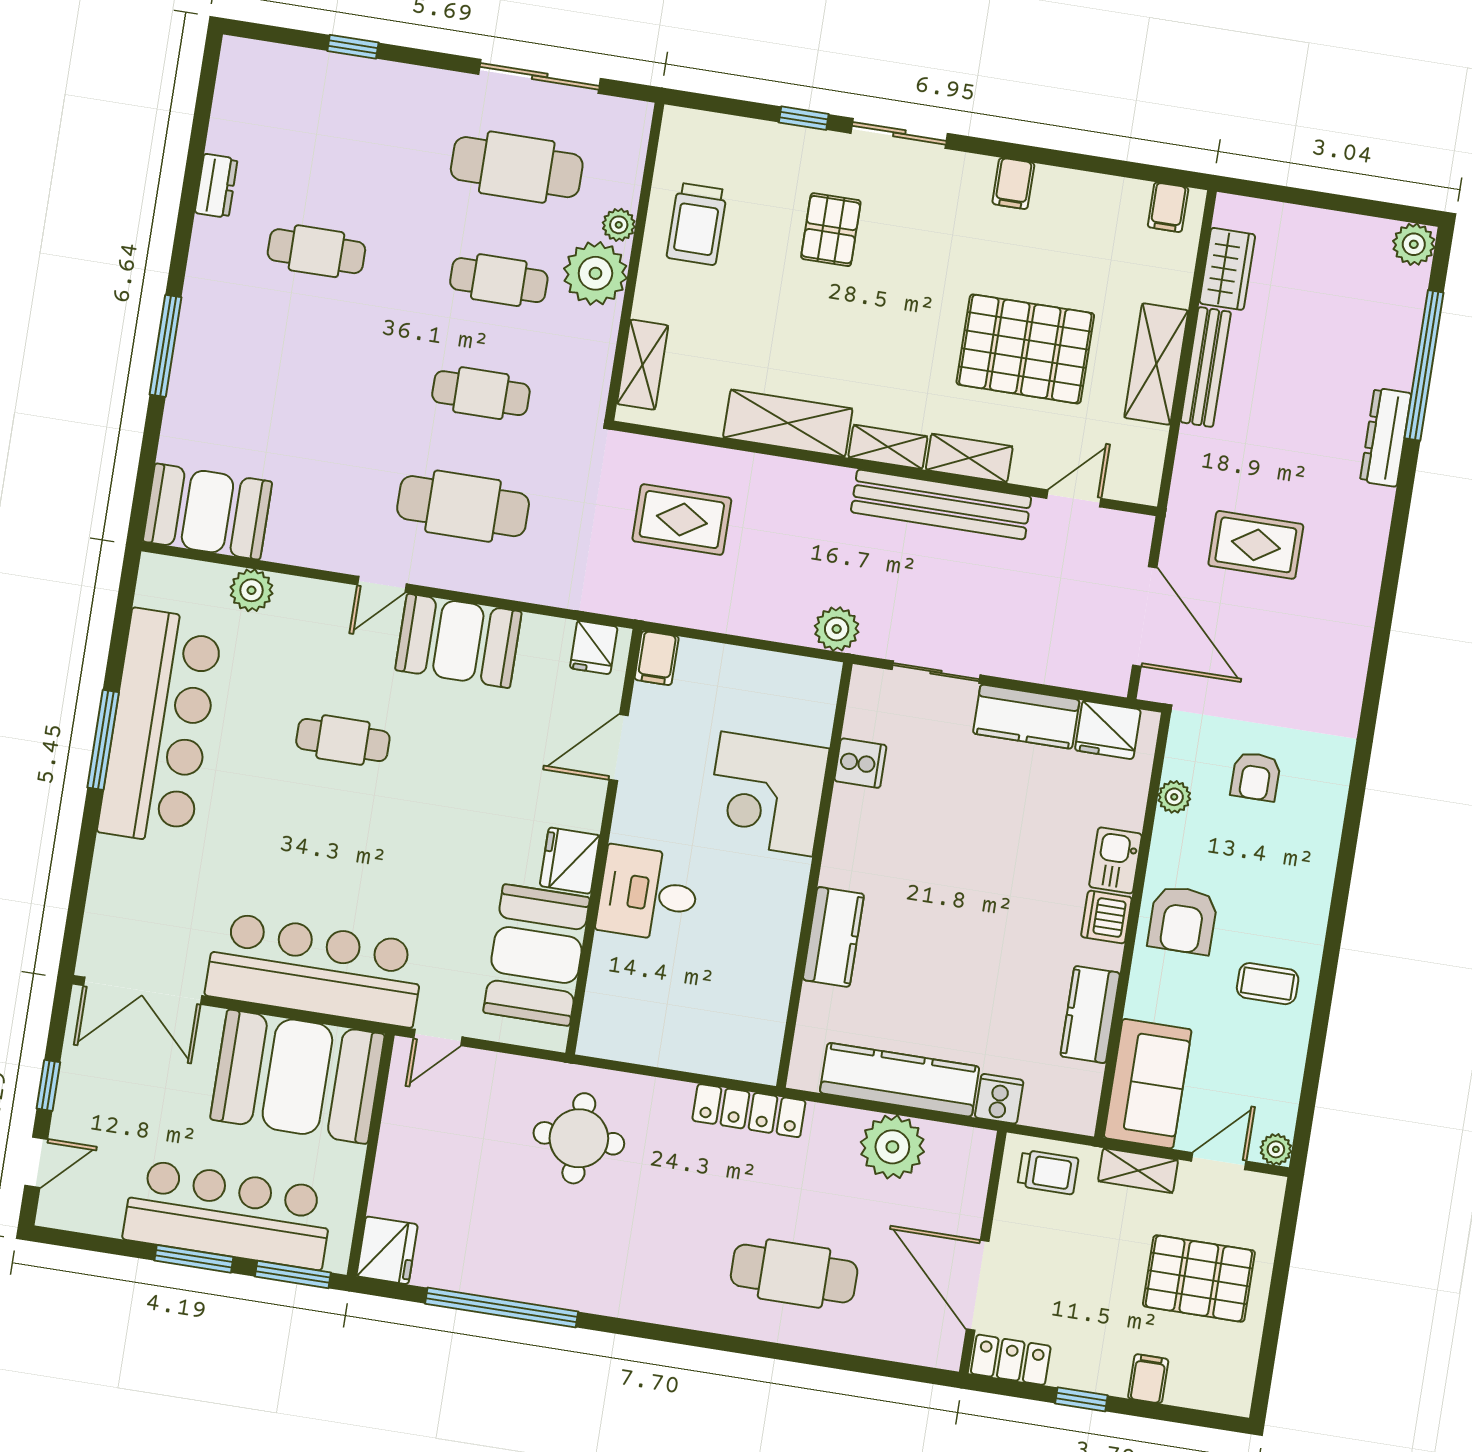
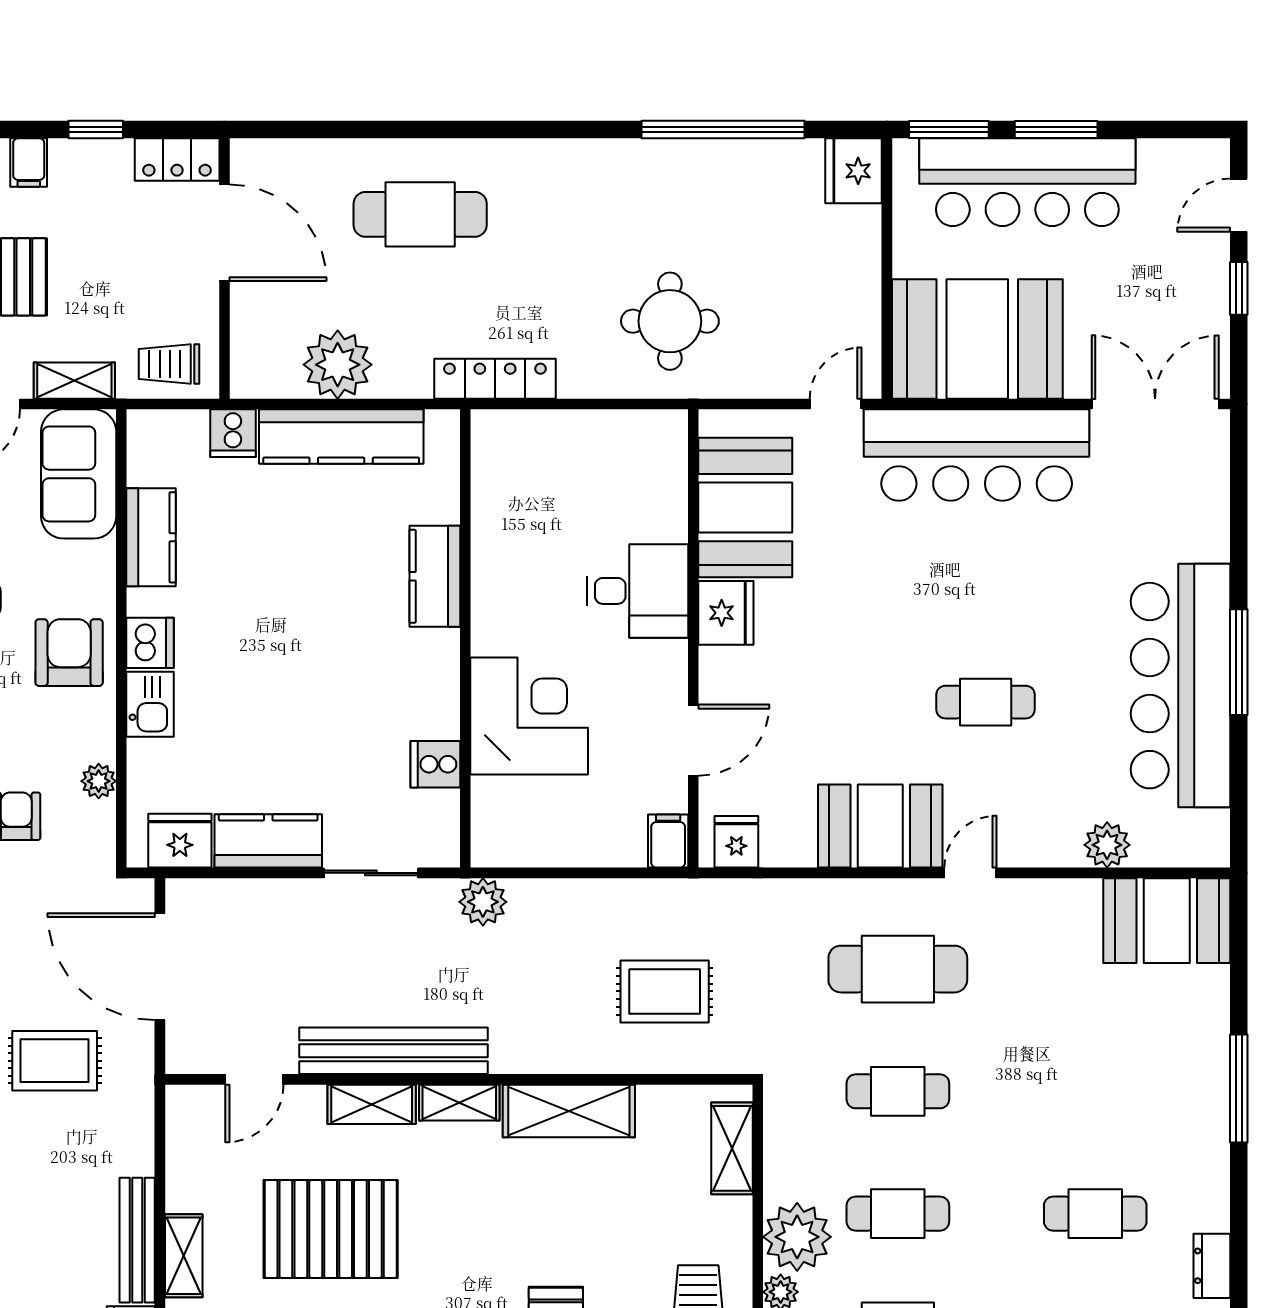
shelving: (1156, 364) -> (184, 1256), width x0.67, depth x0.75

